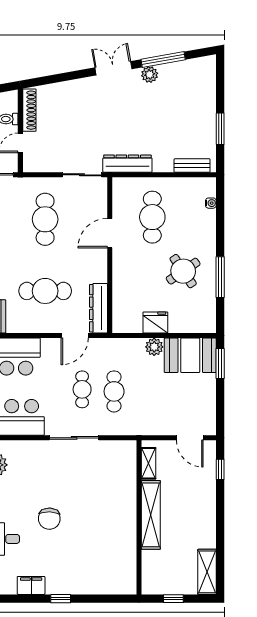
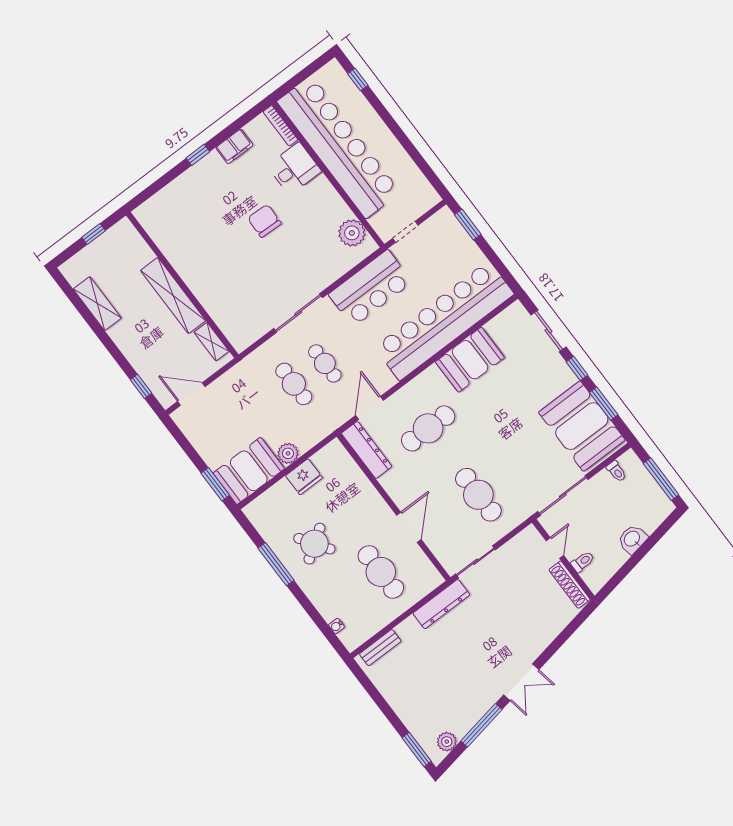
plant: (150, 74) -> (447, 742), moved
window: (220, 129) -> (417, 750), moved
shelving: (207, 572) -> (97, 304), moved

